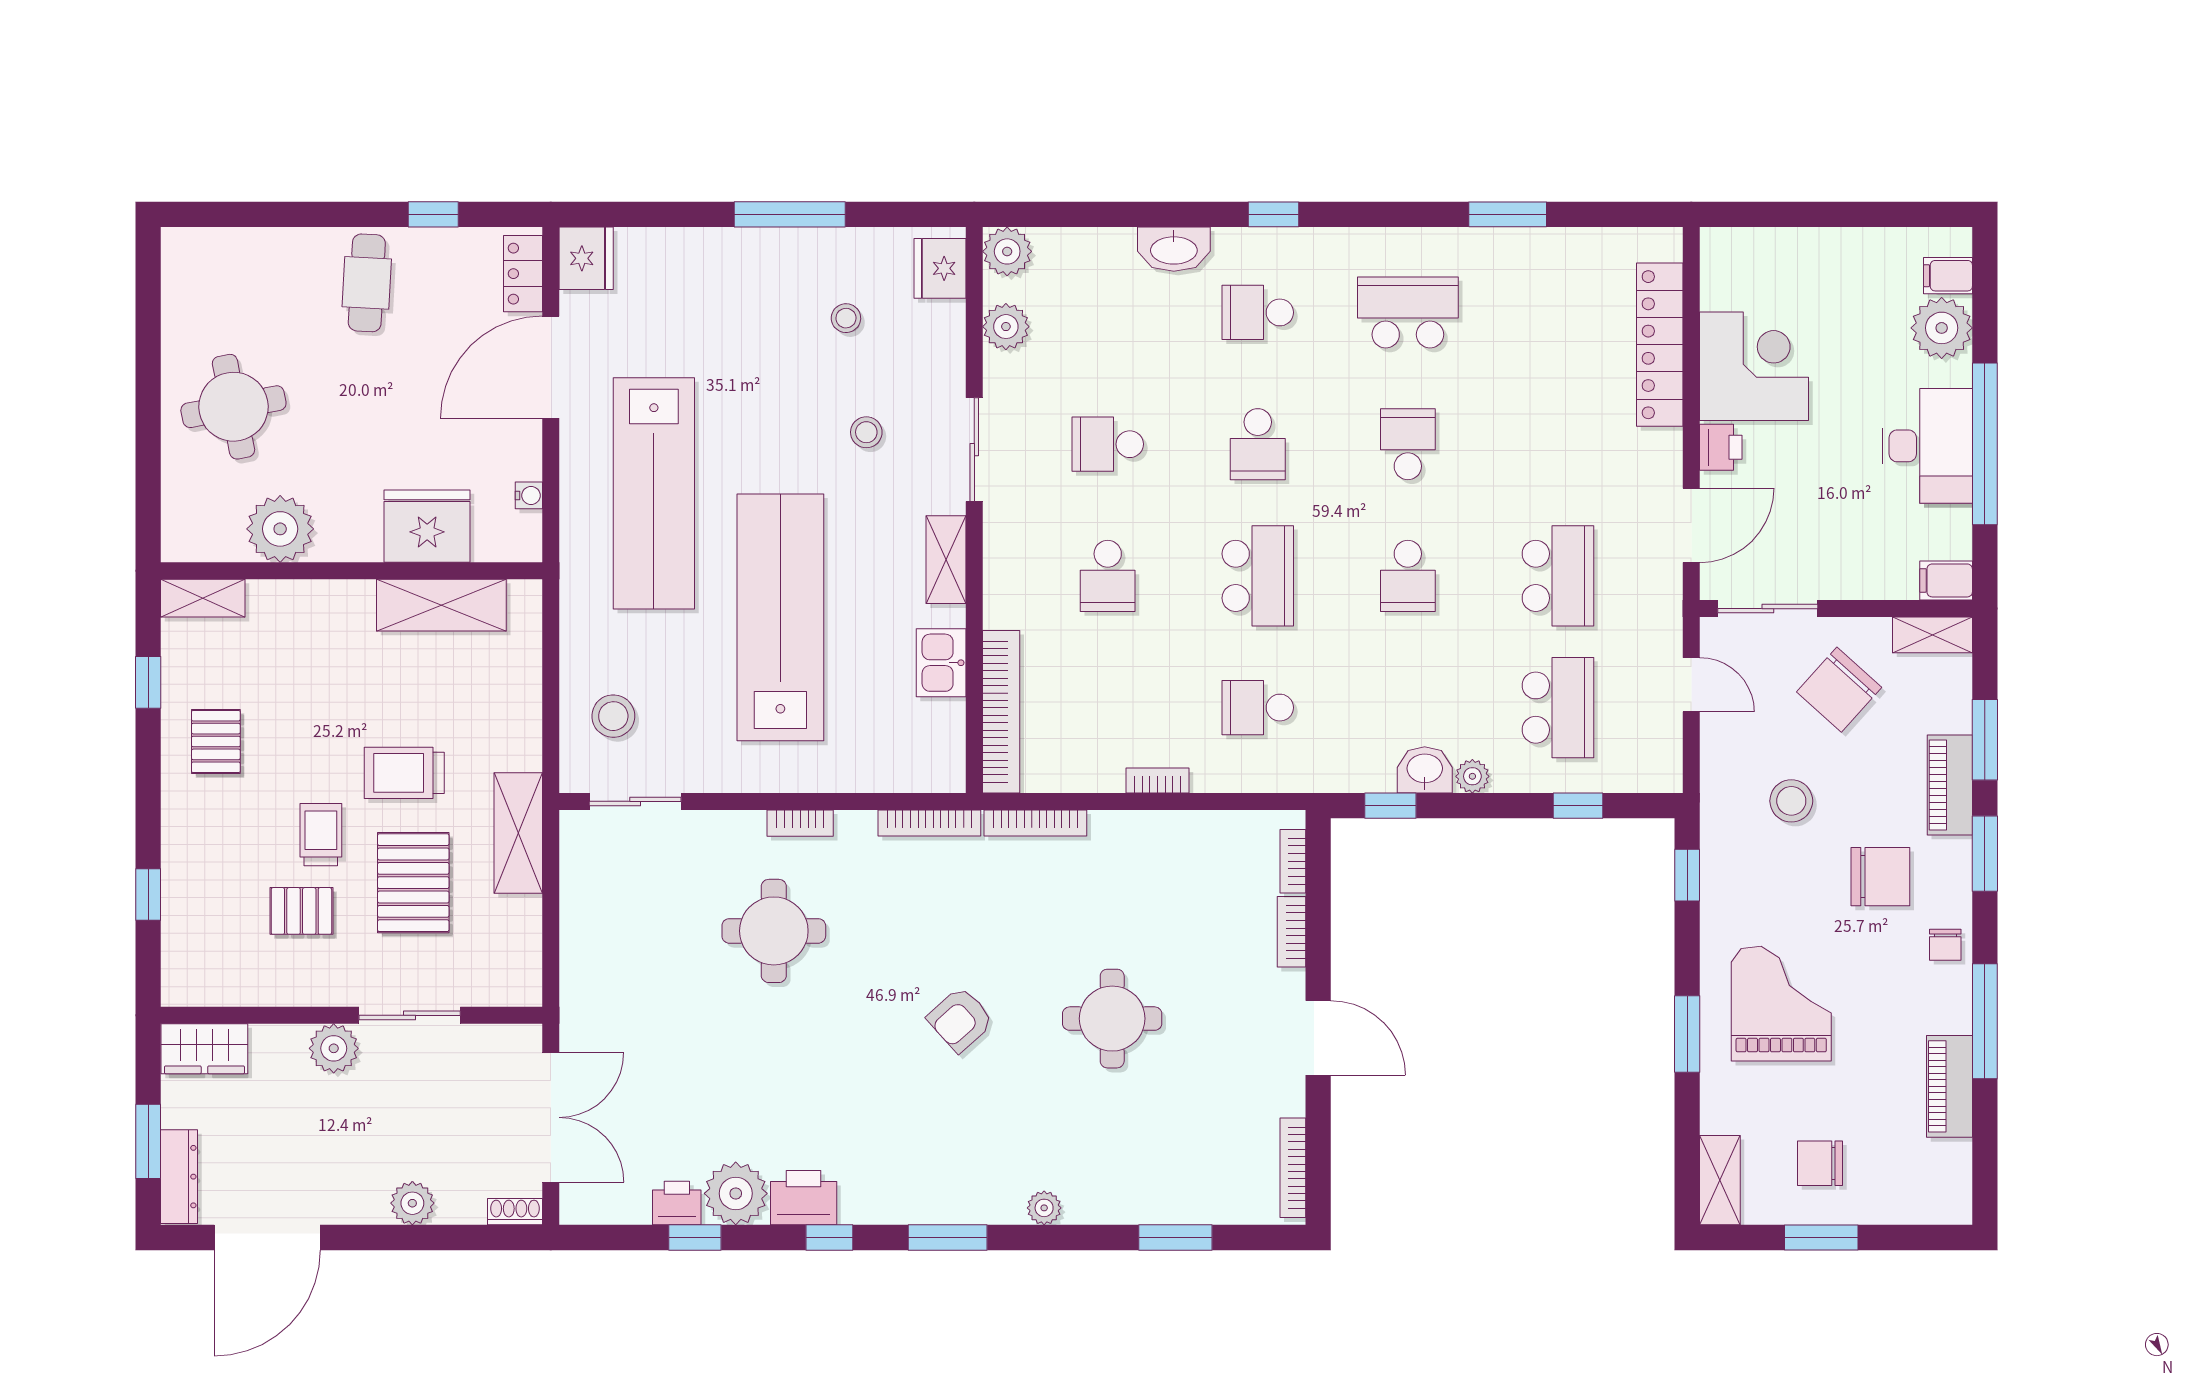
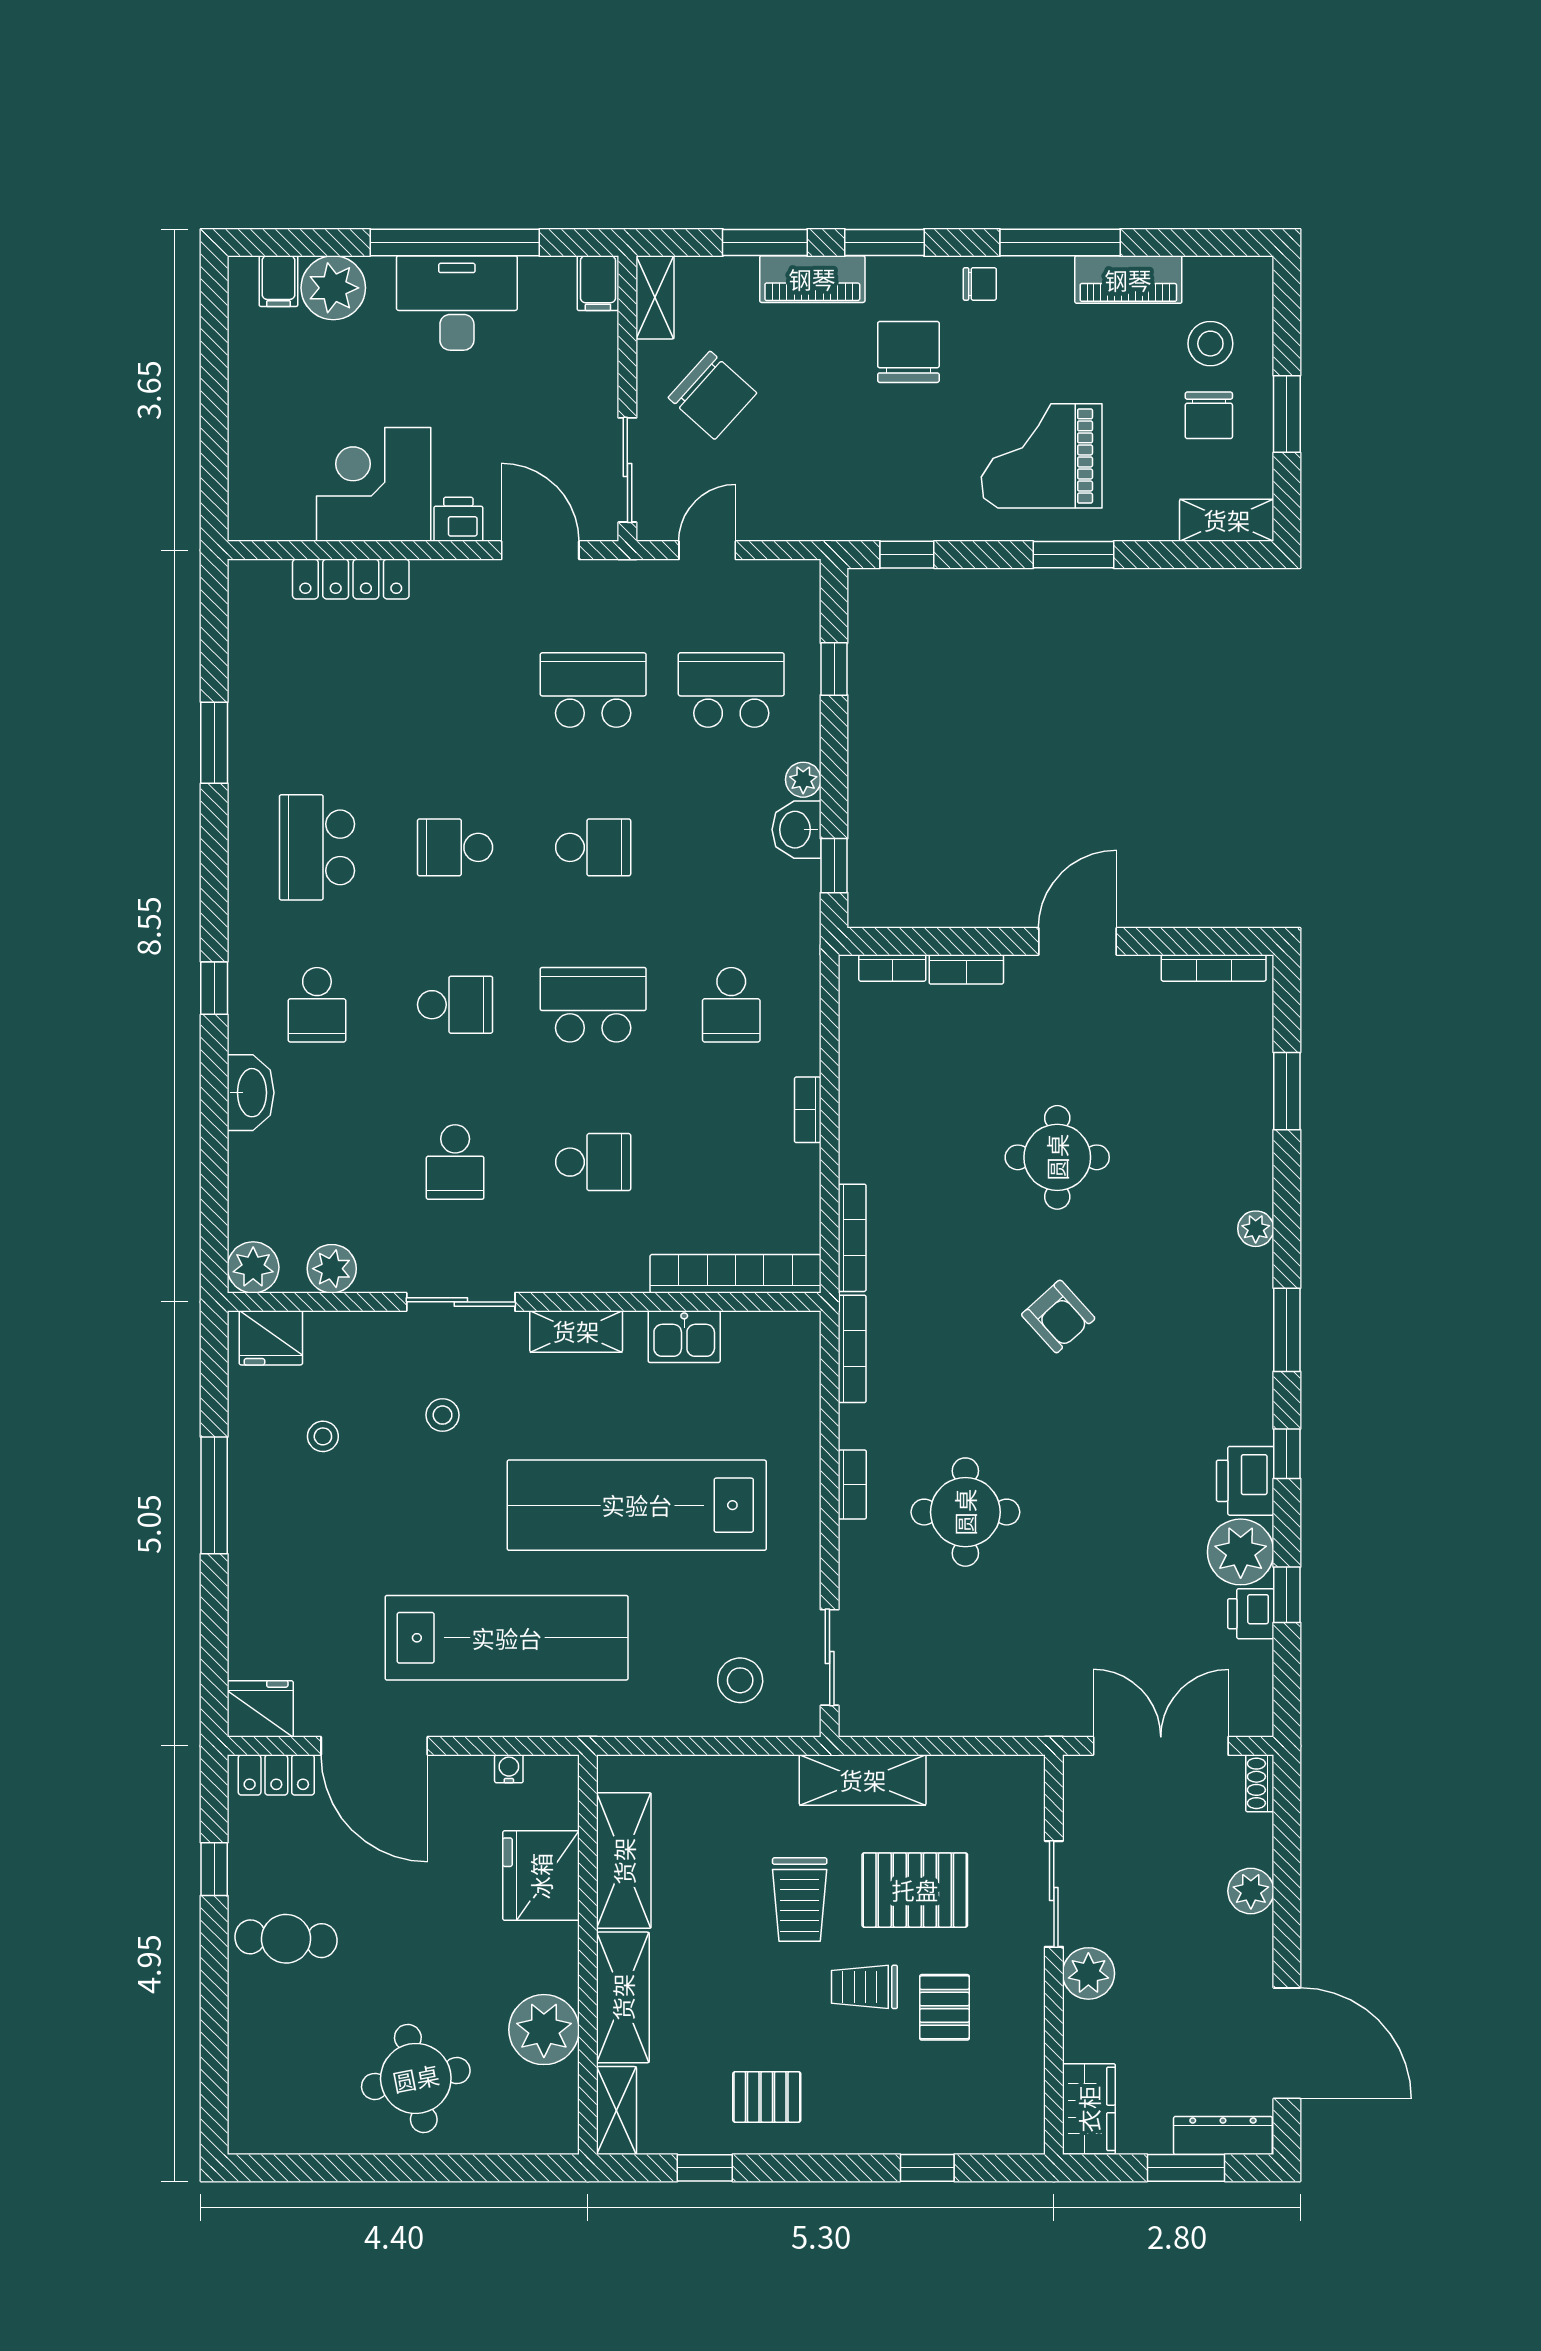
locker: (1660, 345) -> (351, 579), width x0.71, depth x0.83
shelving: (311, 604) -> (623, 1997), added
stool: (1791, 801) -> (1210, 344), moved

